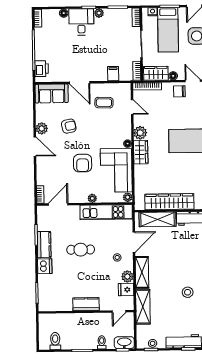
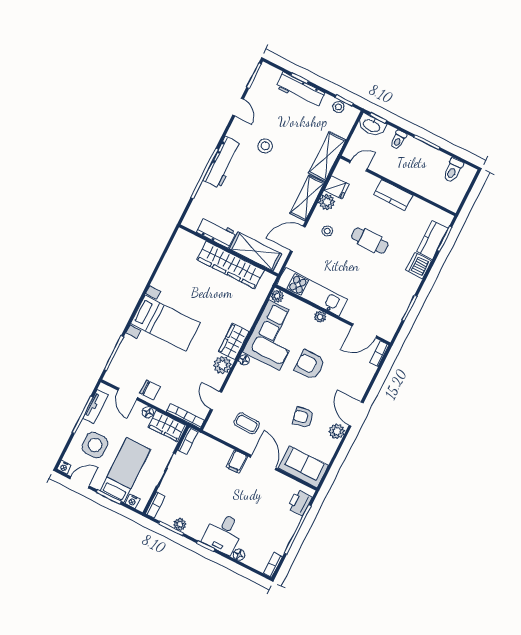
plant: (99, 13) -> (180, 524), moved
filing cabinet: (113, 74) -> (237, 462), moved
armchair: (83, 163) -> (310, 365), turned -90
kitchen counter: (44, 245) -> (432, 240), moved
cafe table: (81, 250) -> (370, 241), moved

